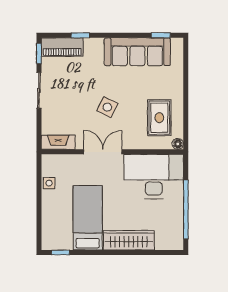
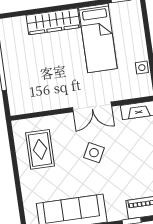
floor lamp: (178, 144) -> (18, 126), removed
desk: (154, 176) -> (37, 89), removed

